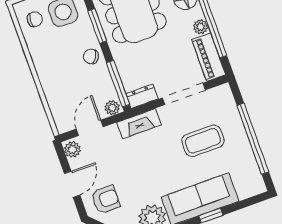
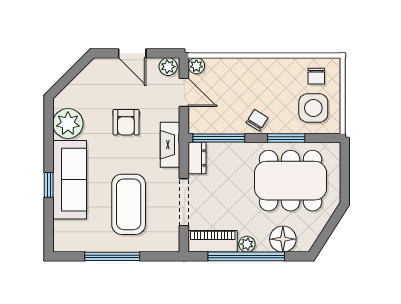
plant: (112, 108) -> (196, 66), moved
window: (253, 139) -> (112, 256), width x0.68
coffee table: (203, 141) -> (129, 204), width x1.36, depth x1.32
armchair: (106, 199) -> (126, 122), moved

